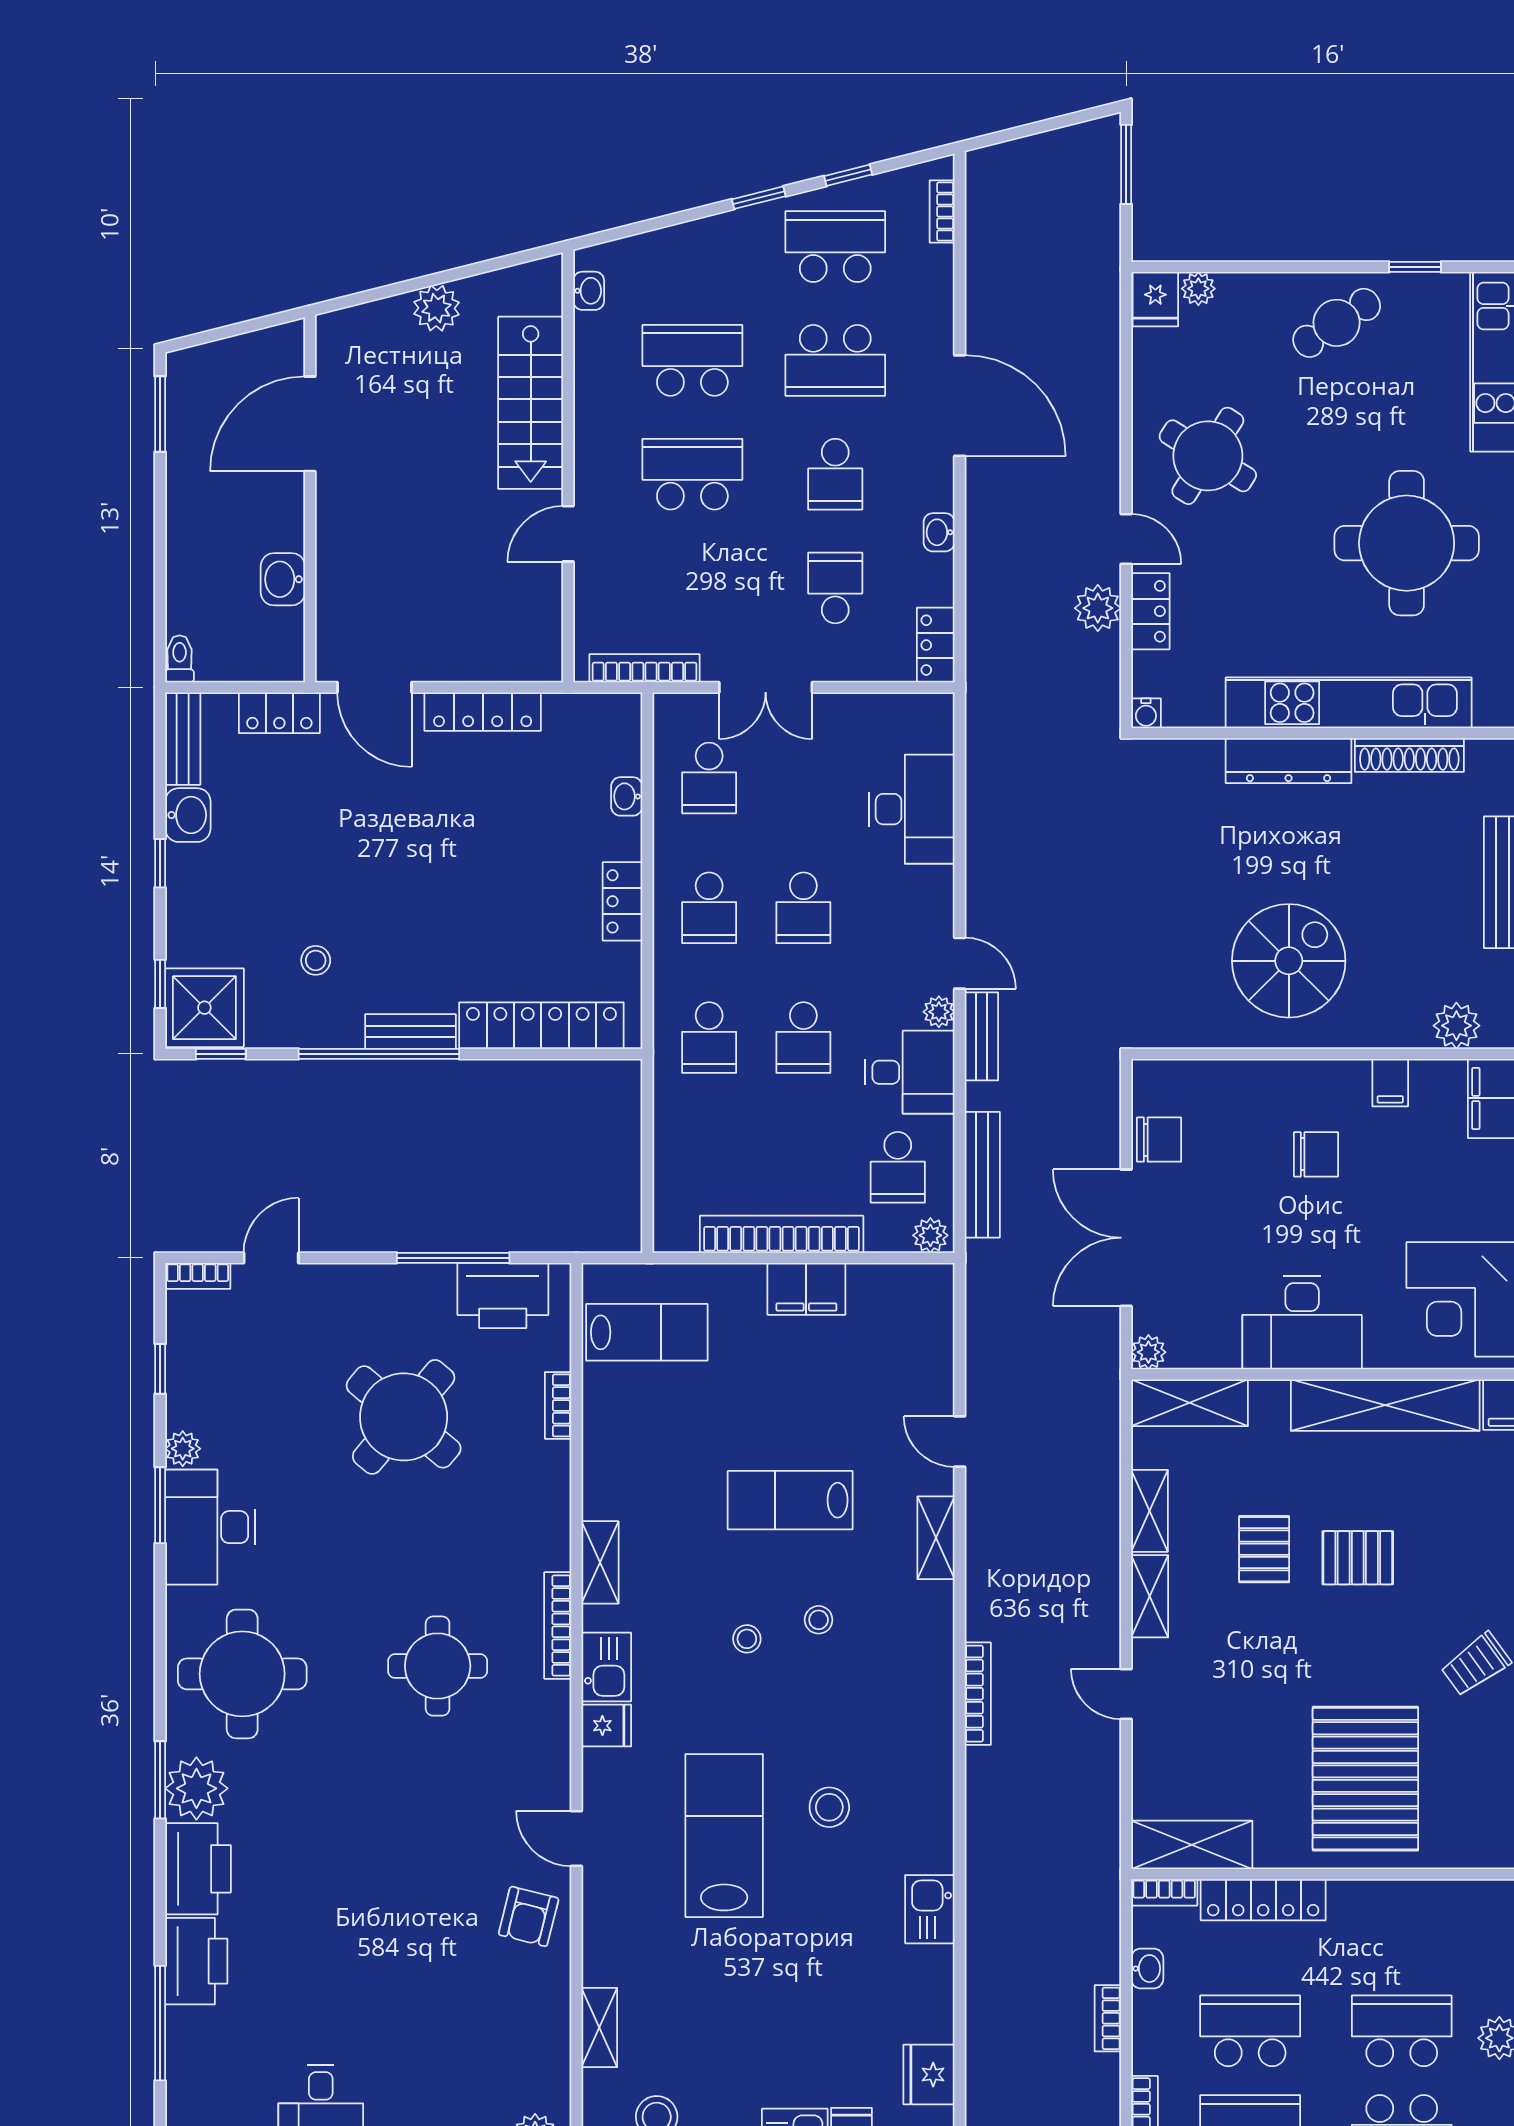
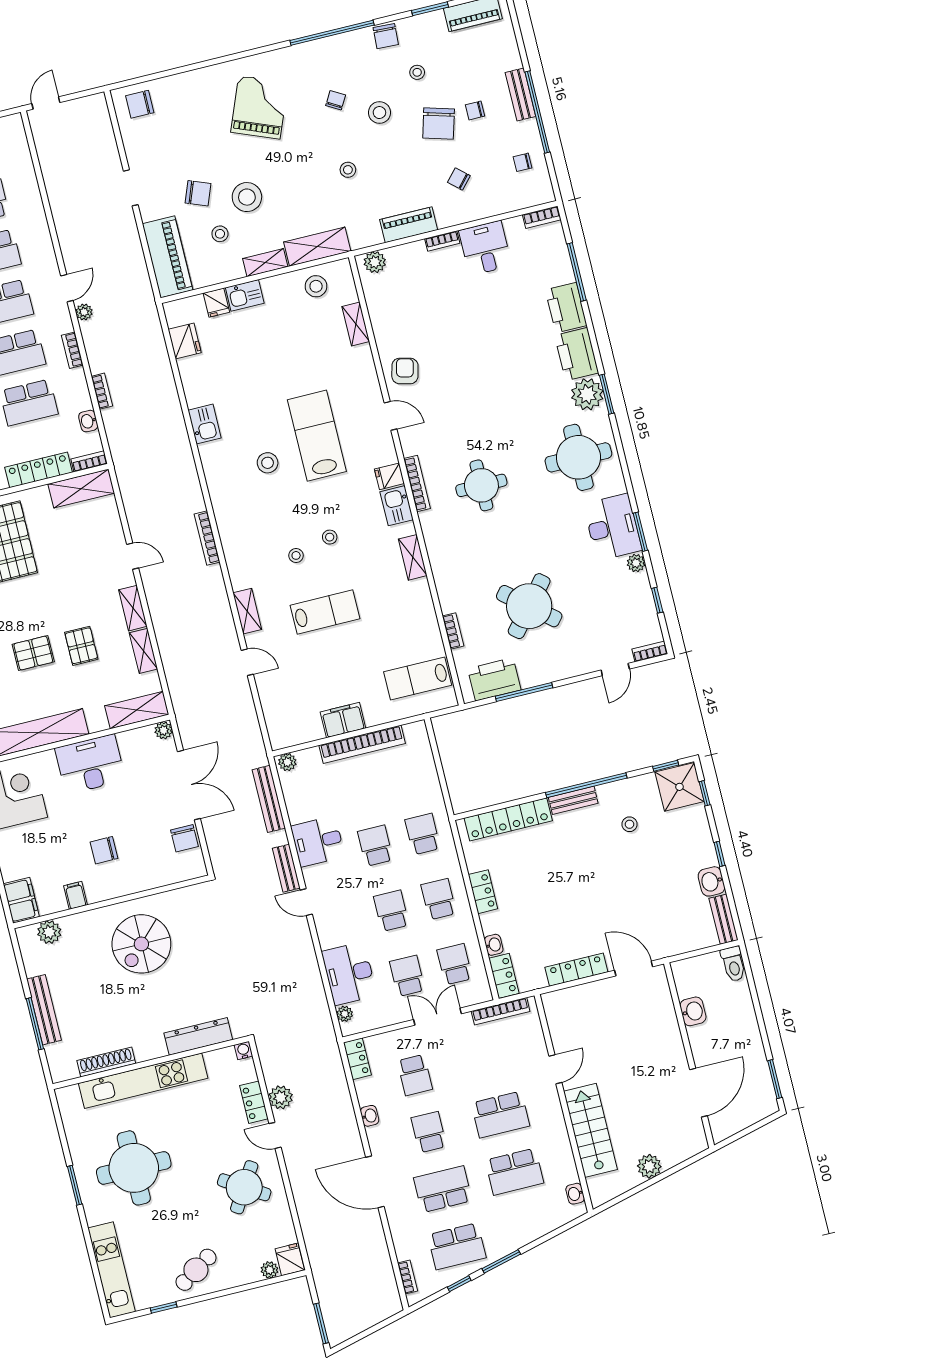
window: (759, 198) -> (501, 1261), width x1.50
toilet: (180, 659) -> (733, 964), width x1.37, depth x1.39
locker: (279, 713) -> (504, 976), moved, turned 90
dresser: (1289, 761) -> (198, 1036), moved
plant: (939, 1012) -> (345, 1014), moved
chair: (1159, 1140) -> (184, 838), turned -90
school desk: (898, 1167) -> (407, 976), moved
bookcase: (558, 1625) -> (417, 484), moved
lab bench: (724, 1836) -> (317, 436), turned 180

